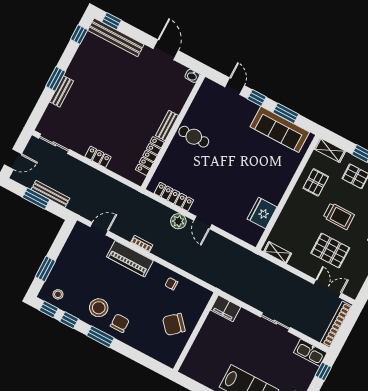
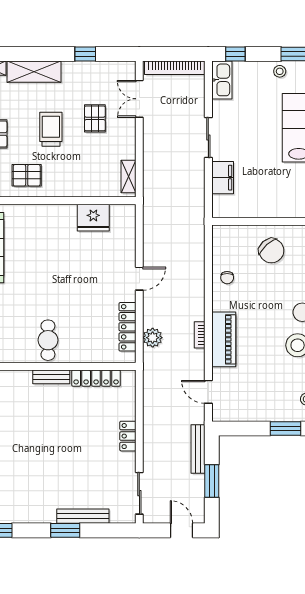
bench: (62, 91) -> (83, 516), width x1.36
bench: (50, 194) -> (198, 449), moved
plant: (178, 221) -> (153, 338), moved
pallet: (330, 251) -> (95, 118), width x0.67, depth x0.71
filing cabinet: (226, 308) -> (223, 178), moved

